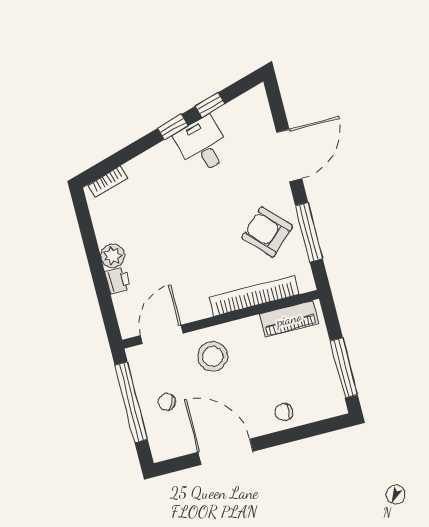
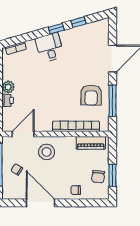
desk: (203, 145) -> (50, 48), moved
armchair: (267, 232) -> (91, 95), turned -137
window: (344, 368) -> (113, 175), width x0.69
chair: (318, 377) -> (98, 177), added

